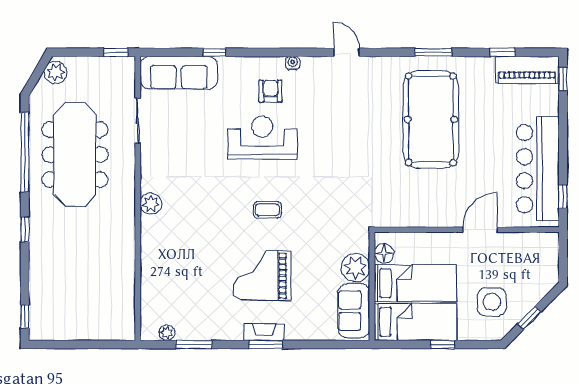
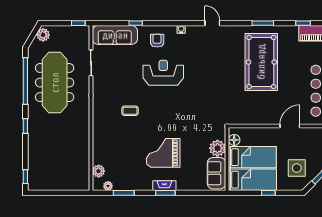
armchair: (270, 91) -> (157, 41), moved
plant: (151, 204) -> (99, 171), moved
coffee table: (267, 210) -> (130, 111), moved

